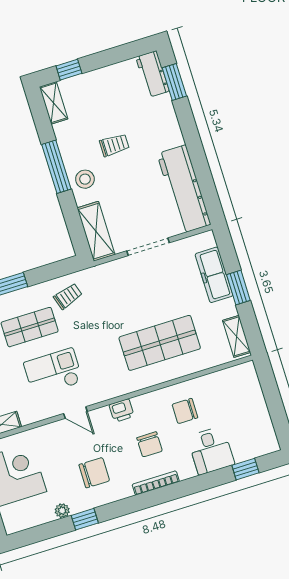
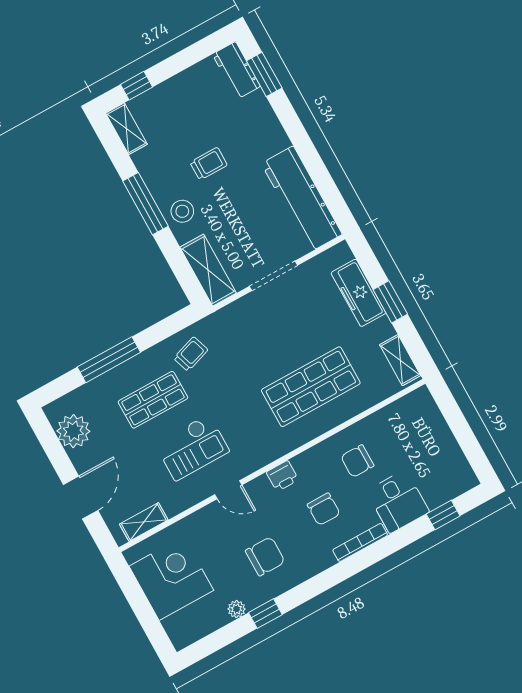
checkout: (53, 372) -> (192, 447), turned 180
bookcase: (156, 483) -> (360, 542), moved

